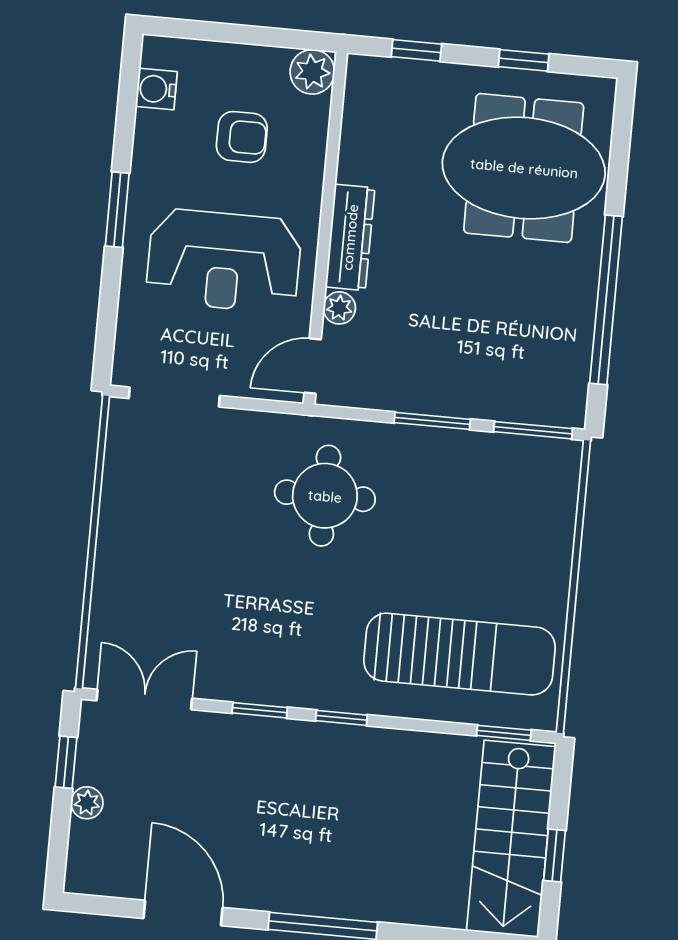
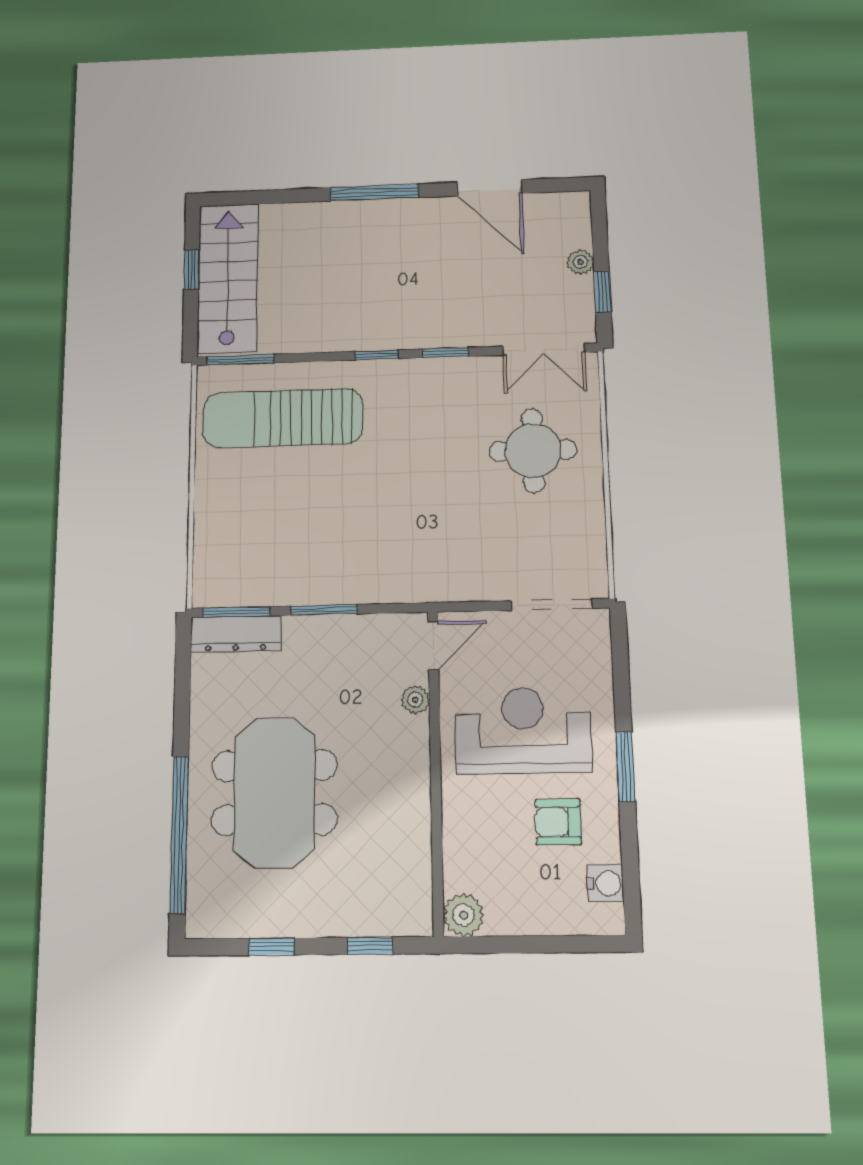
armchair: (242, 137) -> (558, 822), moved
meeting table: (524, 168) -> (274, 793), moved, turned 90
dresser: (350, 237) -> (236, 634), moved, turned -90
window: (606, 300) -> (179, 834), moved
round table: (325, 496) -> (533, 450), moved
window: (504, 733) -> (241, 360), width x1.50

